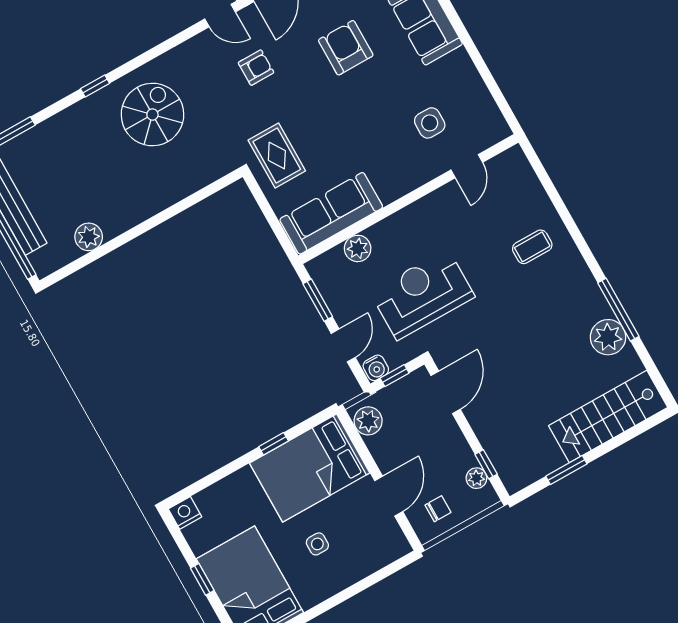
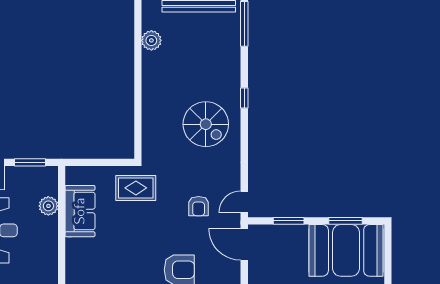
sofa: (331, 213) -> (80, 211), width x0.73

